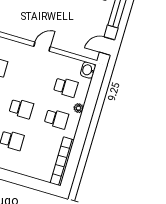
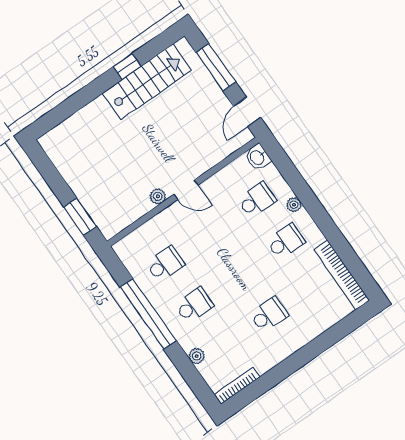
plant: (27, 35) -> (158, 196), added
door: (42, 47) -> (186, 190), swing flipped
school desk: (21, 109) -> (240, 273), removed

